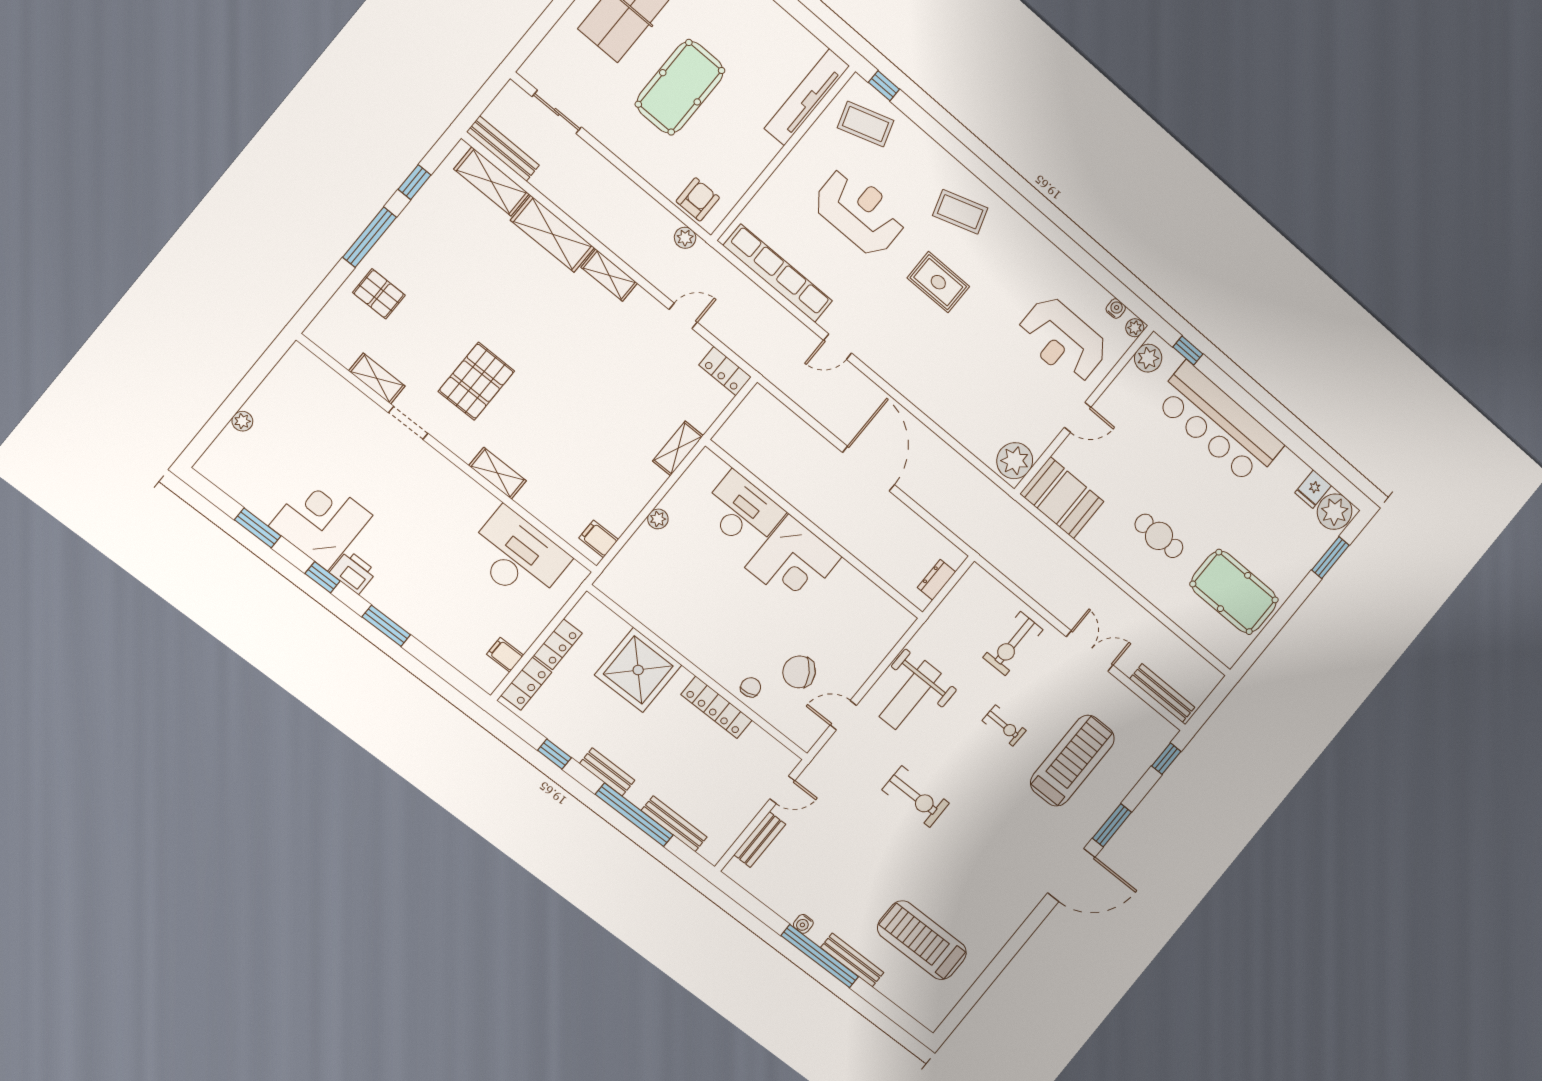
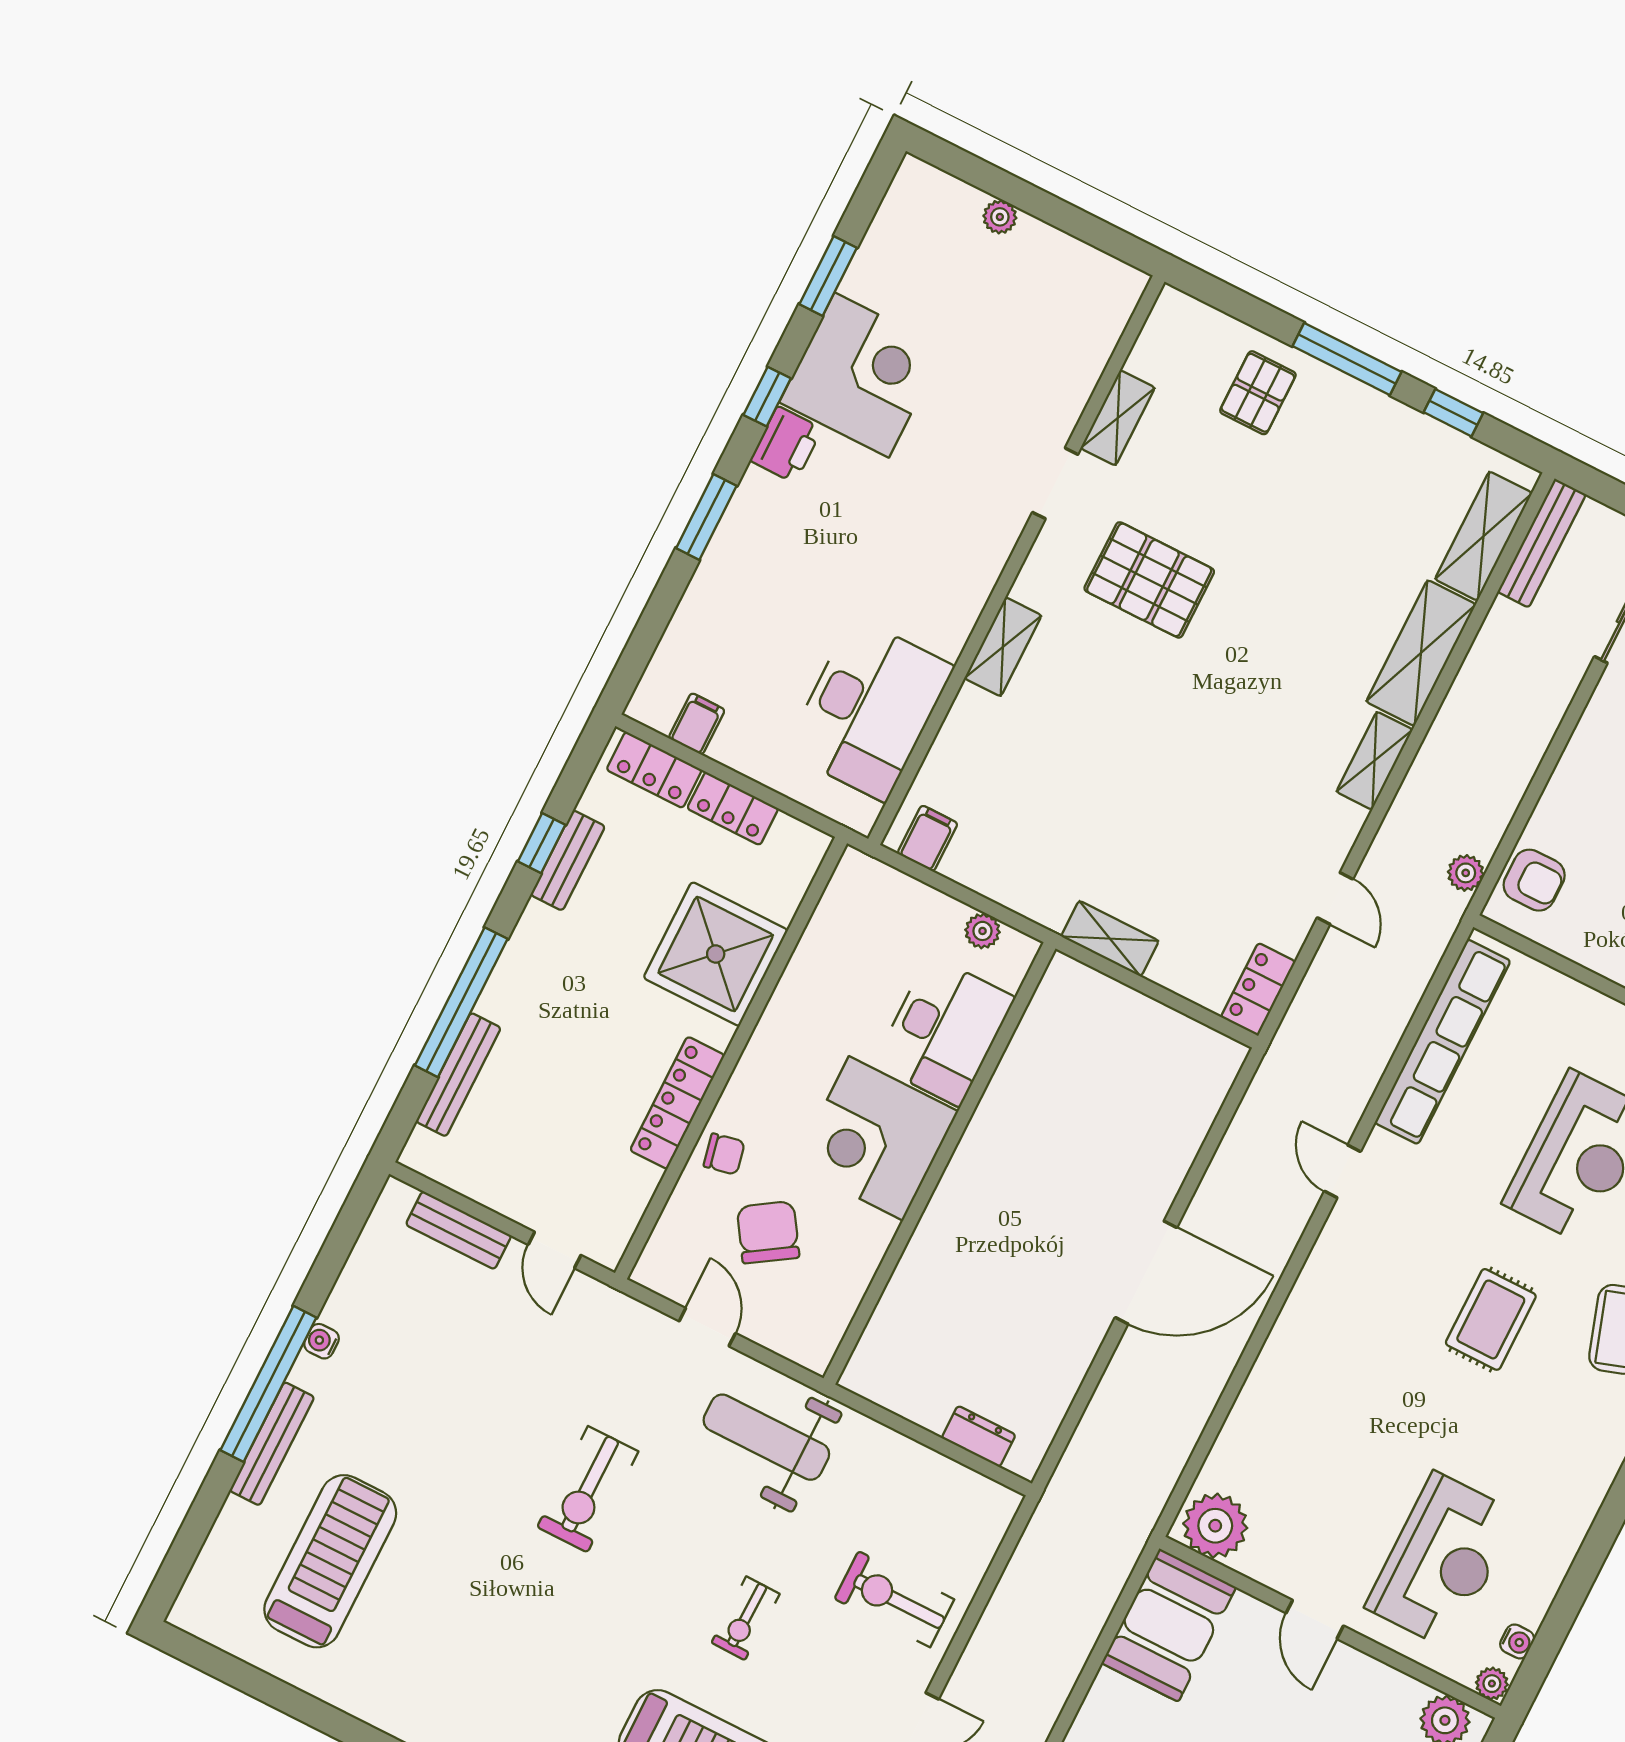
reception desk: (1063, 340) -> (1442, 1560), turned 180
desk: (742, 512) -> (945, 1031), moved
wall: (815, 530) -> (939, 1163), moved
corner desk: (793, 562) -> (876, 1138), moved
bench: (607, 772) -> (568, 860), moved

